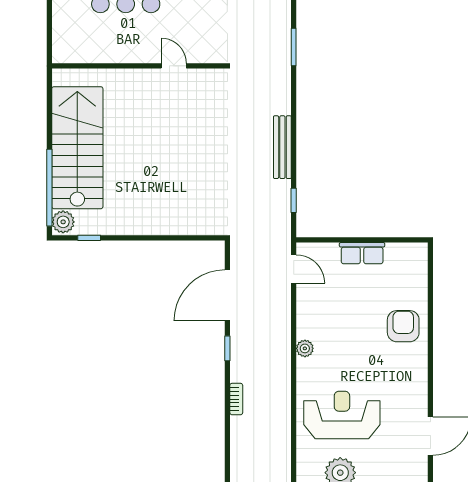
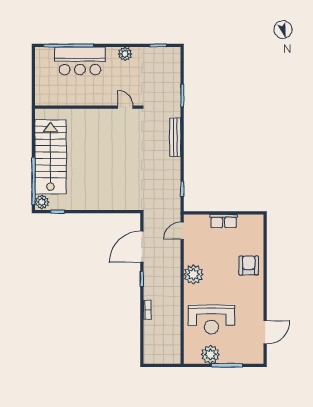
door: (174, 66) -> (125, 107), moved
bench: (282, 147) -> (175, 137), moved
door: (294, 269) -> (182, 231), swing flipped
plant: (305, 348) -> (193, 274), width x1.88, depth x1.88
reception desk: (342, 415) -> (211, 320), turned 180

